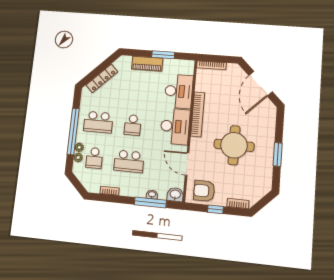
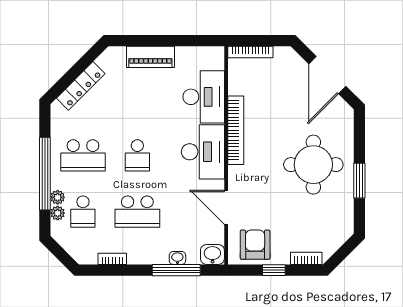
window: (163, 55) -> (174, 41), removed
round table: (234, 145) -> (313, 165), moved
armchair: (204, 191) -> (255, 245), turned 90

